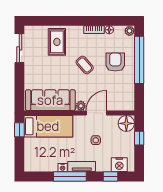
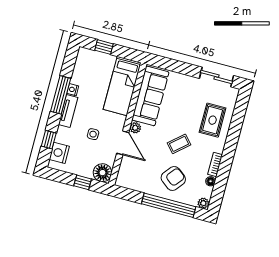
rug: (57, 42) -> (213, 120), turned 90
armchair: (115, 62) -> (173, 178), turned -52
window: (19, 130) -> (104, 47), moved

